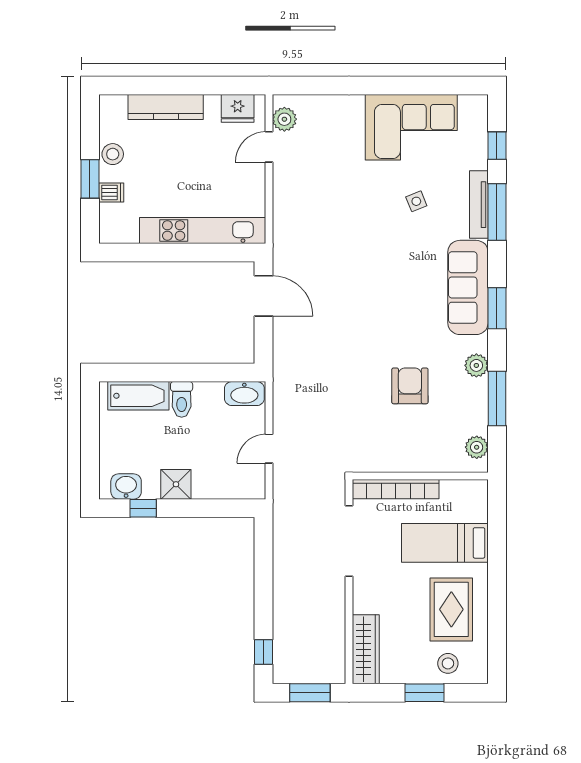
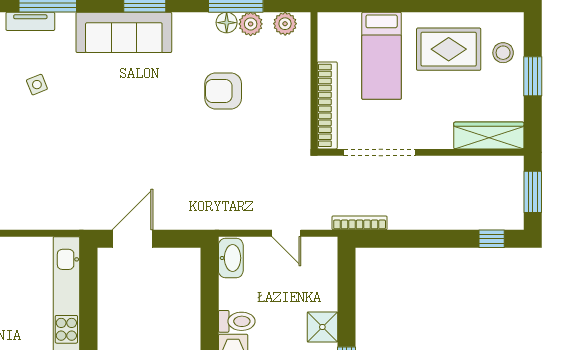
tv unit: (479, 205) -> (30, 21), width x0.71
plant: (476, 365) -> (251, 24), moved
floor lamp: (478, 389) -> (227, 23), added
bookcase: (279, 521) -> (360, 223), added

